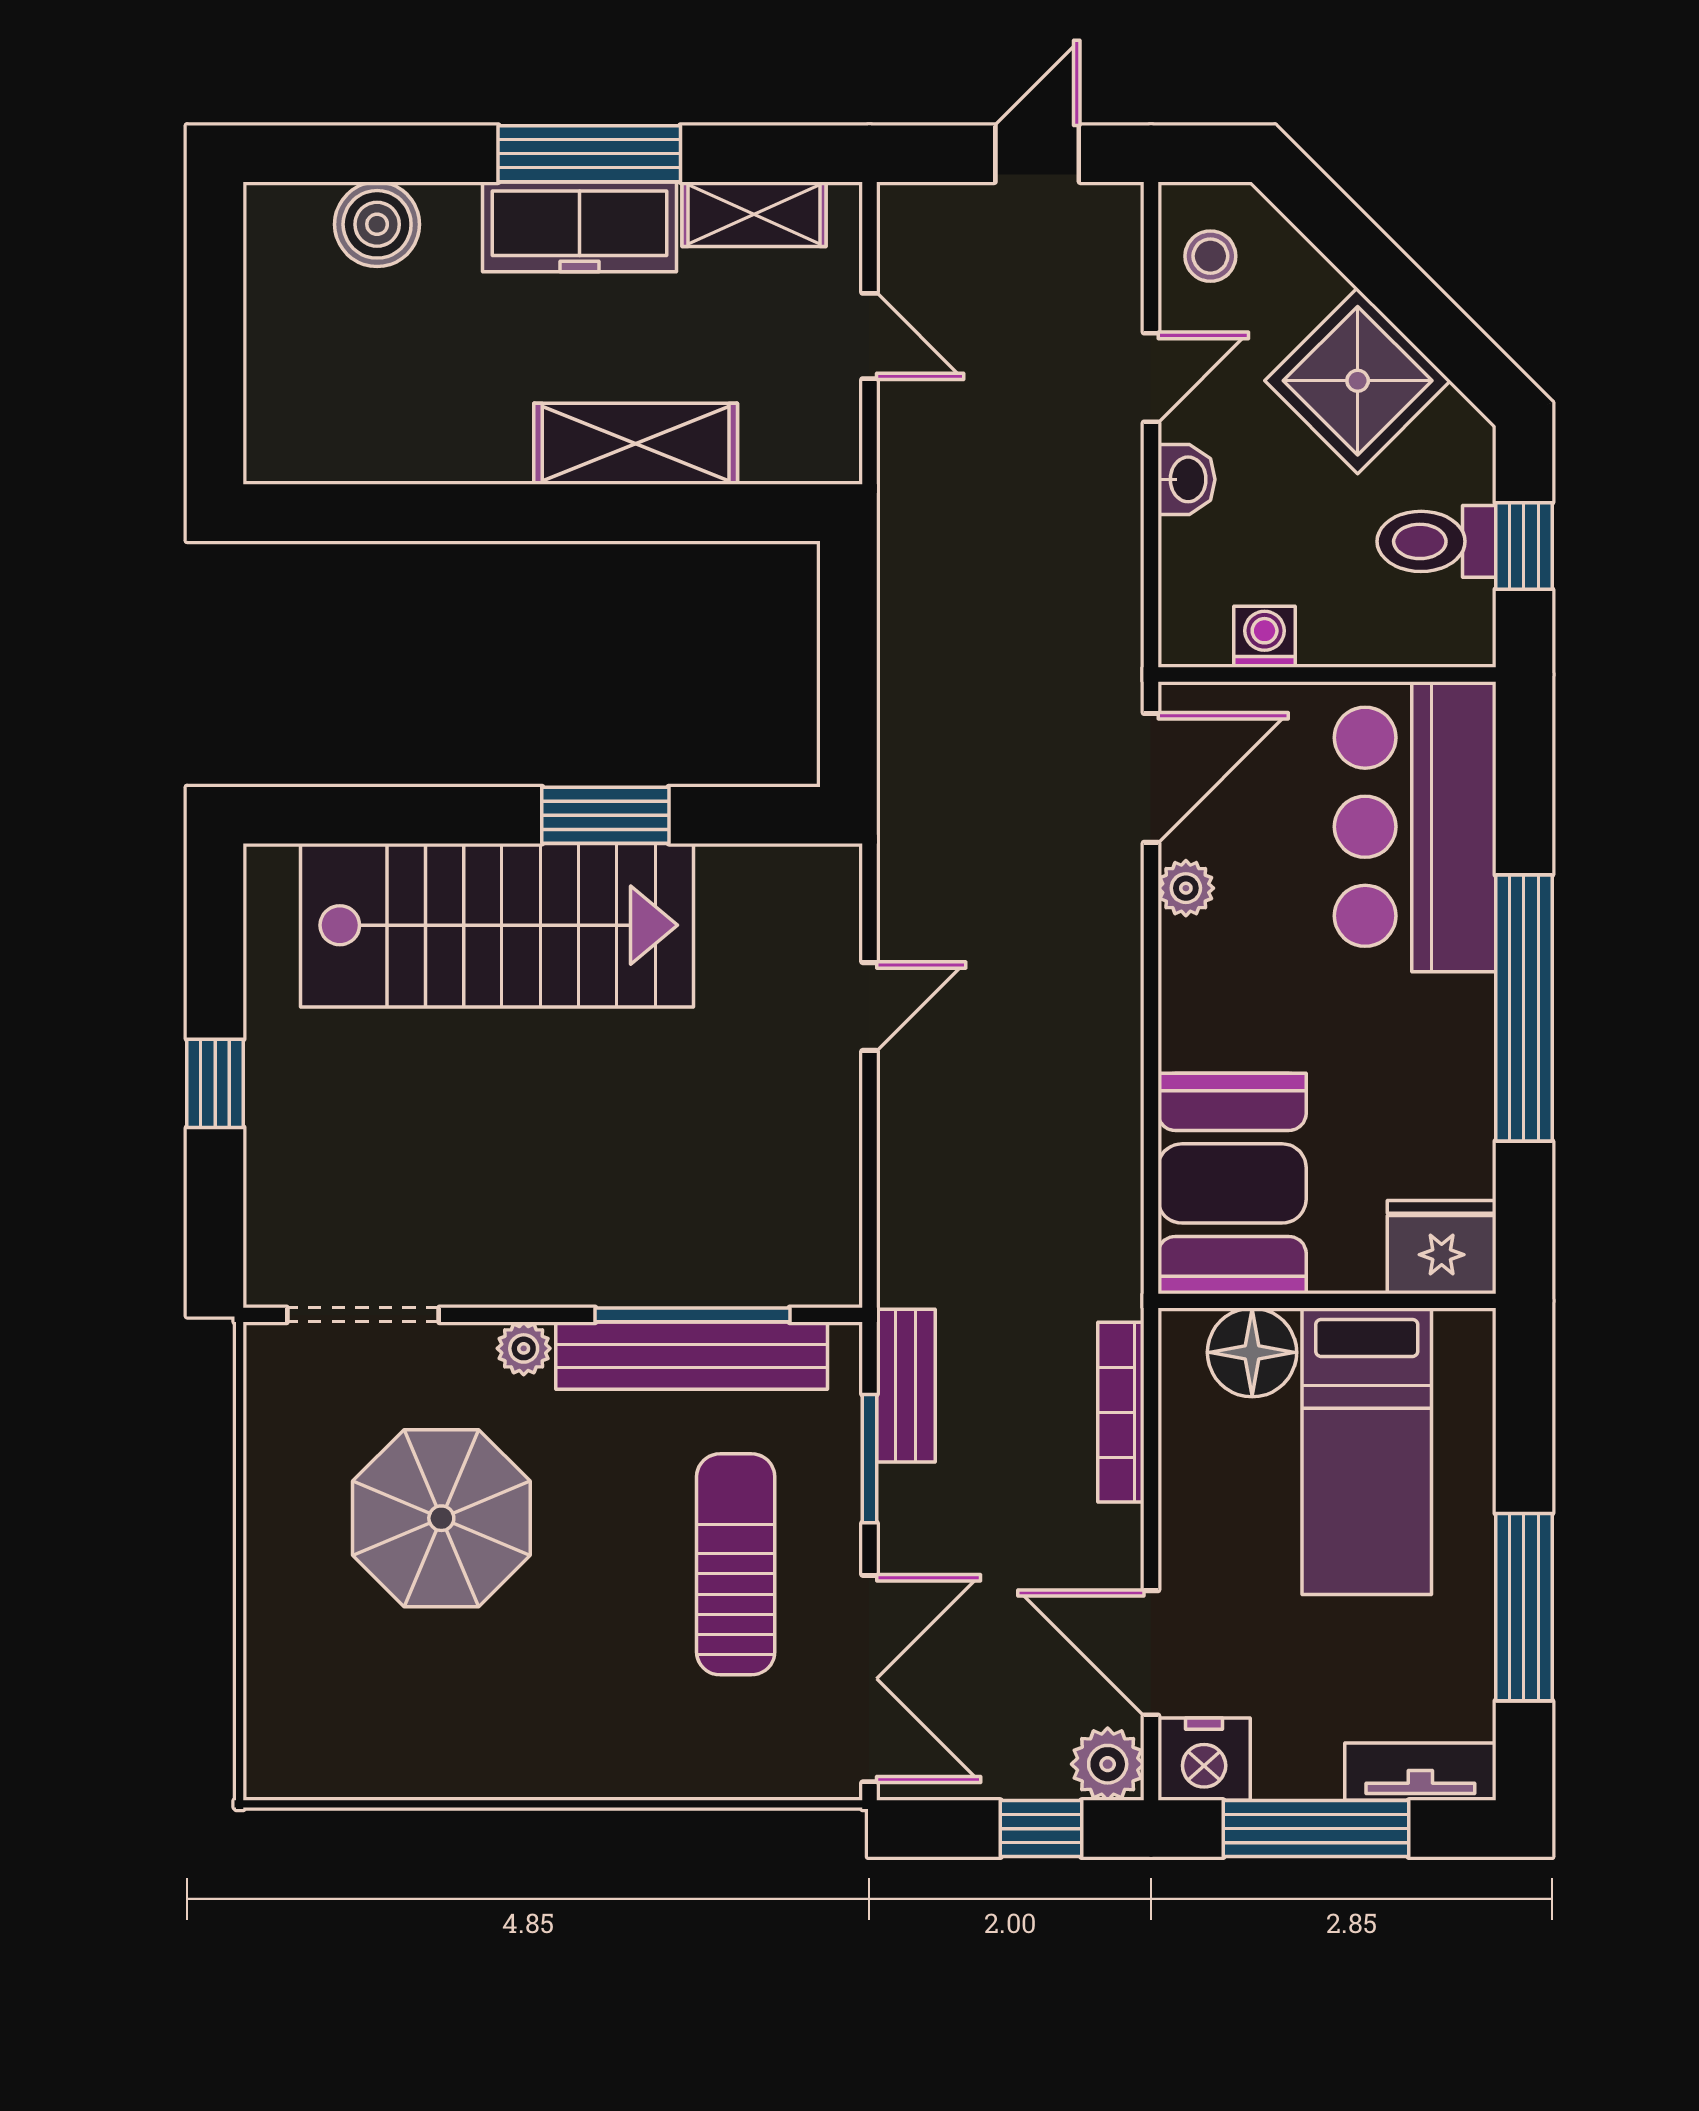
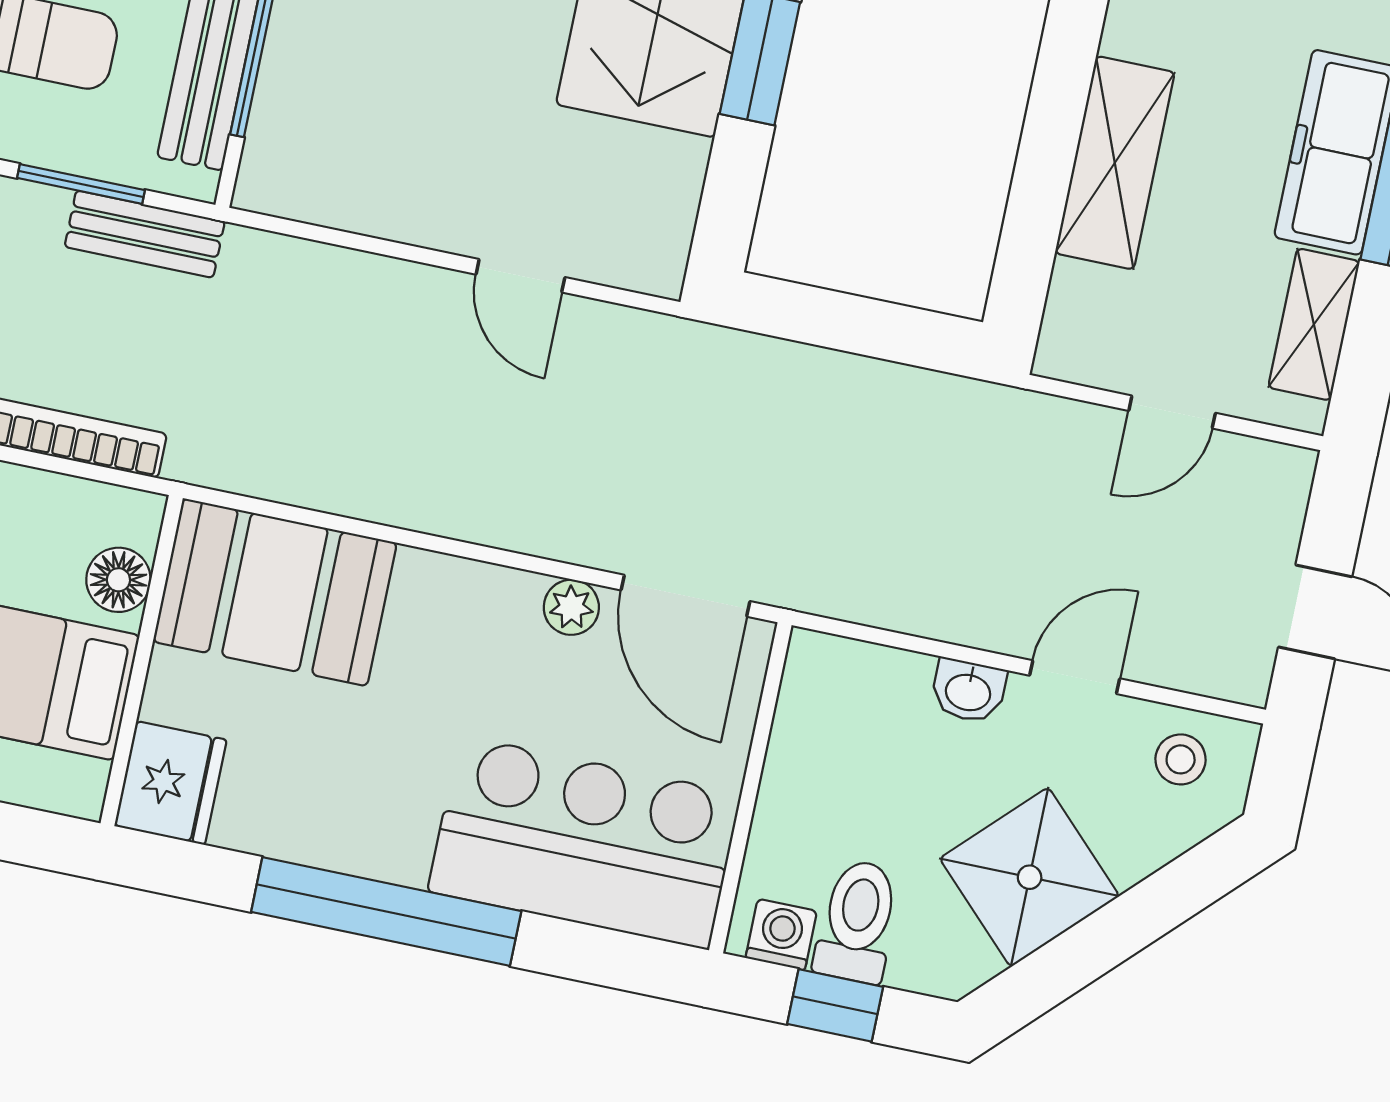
door: (1151, 378) -> (1075, 677), swing flipped
washing machine: (1265, 637) -> (781, 934), moved, turned -90
floor lamp: (1252, 1352) -> (118, 580), width x0.73, depth x0.73

